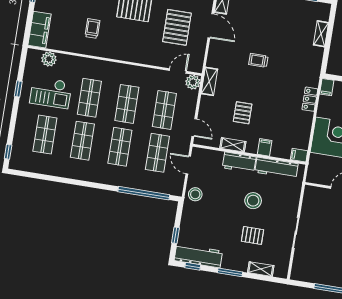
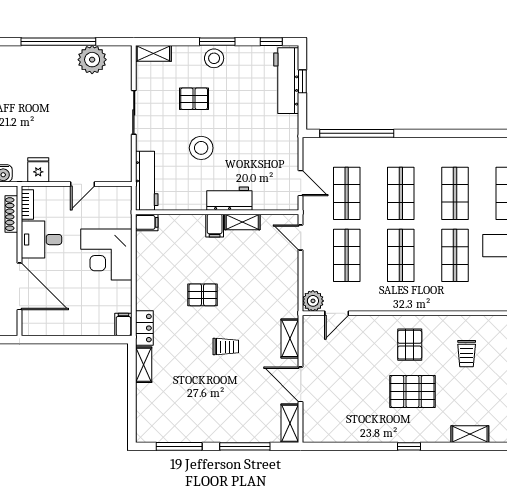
pallet: (177, 27) -> (410, 345), moved, width x0.67, depth x0.71
shelving: (321, 34) -> (144, 365), moved
shelving: (209, 81) -> (290, 338), moved
locker: (310, 99) -> (144, 328), moved
pallet: (243, 113) -> (203, 295), moved, turned 90
filing cabinet: (265, 147) -> (215, 226), moved
workbench: (276, 168) -> (147, 181), moved, turned 90
stool: (195, 194) -> (214, 58), moved
workbench: (198, 256) -> (286, 81), moved, turned 90
shelving: (261, 269) -> (153, 53), moved
plant: (319, 274) -> (92, 60), added

